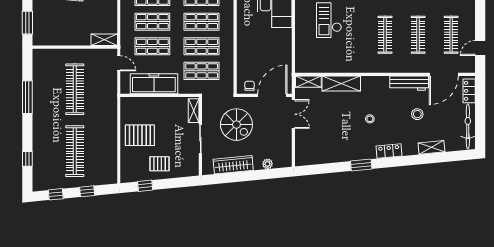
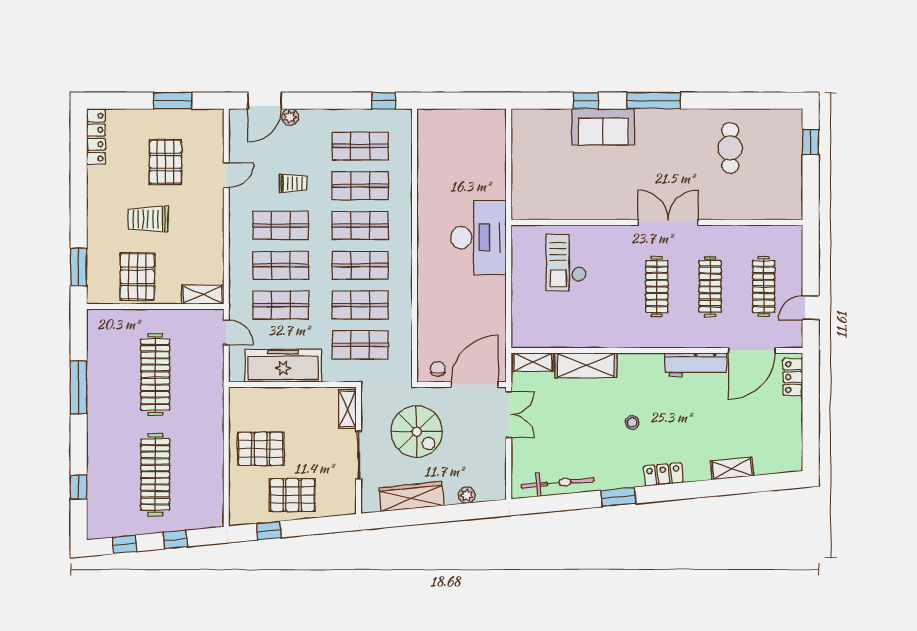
pallet: (64, 29) -> (137, 277), added
stool: (417, 114) -> (709, 415), removed
bicycle: (468, 126) -> (558, 483), moved, turned 85
pallet: (160, 164) -> (292, 495), width x1.50, depth x1.42

